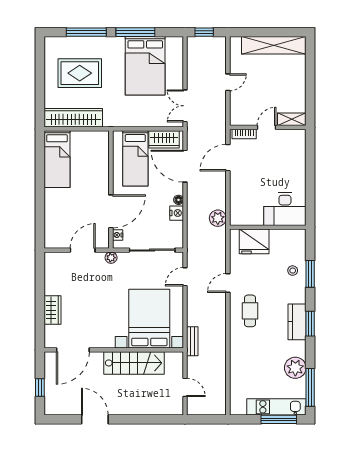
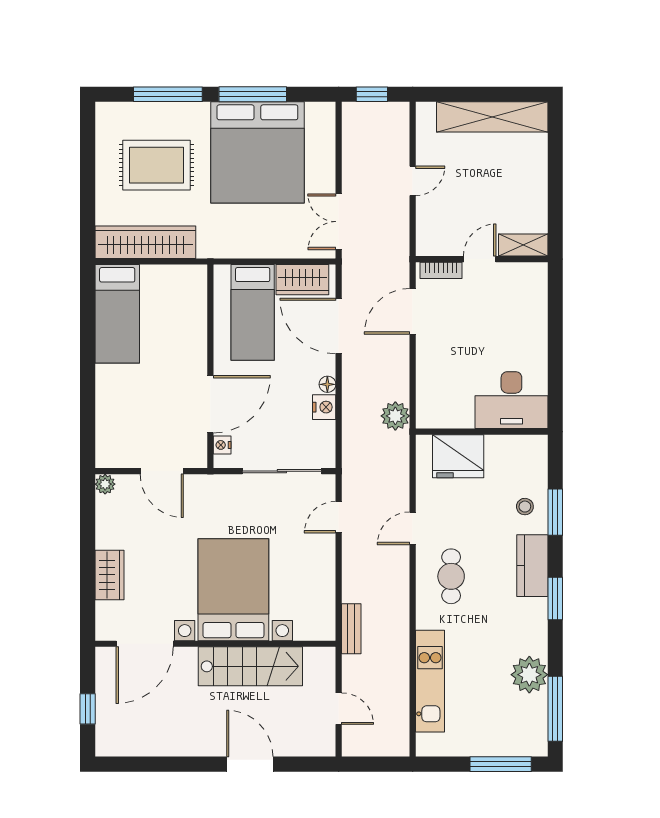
bed: (145, 66) -> (257, 152), width x1.36
door: (83, 250) -> (162, 471), swing flipped
plant: (111, 258) -> (105, 484), moved
bed with nightstands: (149, 319) -> (233, 590), moved
kitchen counter: (297, 322) -> (532, 566), moved
kitchen unit: (276, 407) -> (430, 681), moved, turned 90
door: (95, 419) -> (250, 764), moved

